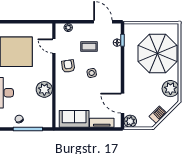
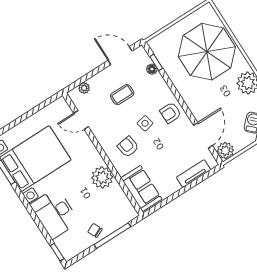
armchair: (68, 66) -> (128, 147), moved
armchair: (111, 77) -> (171, 113), added
door: (122, 103) -> (203, 135), swing flipped
sofa: (74, 119) -> (141, 189), moved, turned 90

